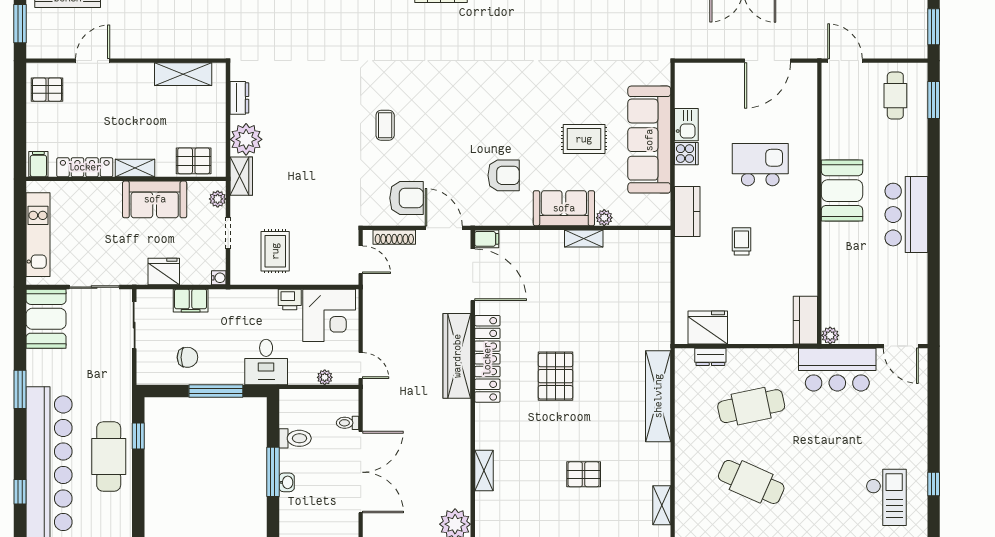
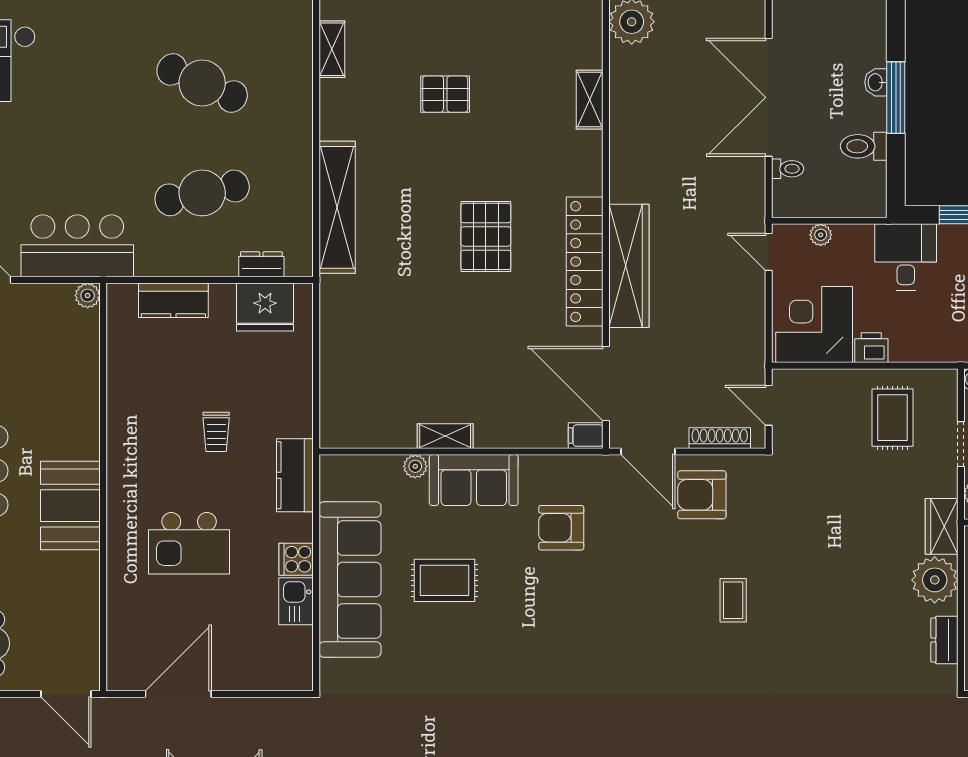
kitchen counter: (805, 320) -> (173, 300), moved, turned 90

